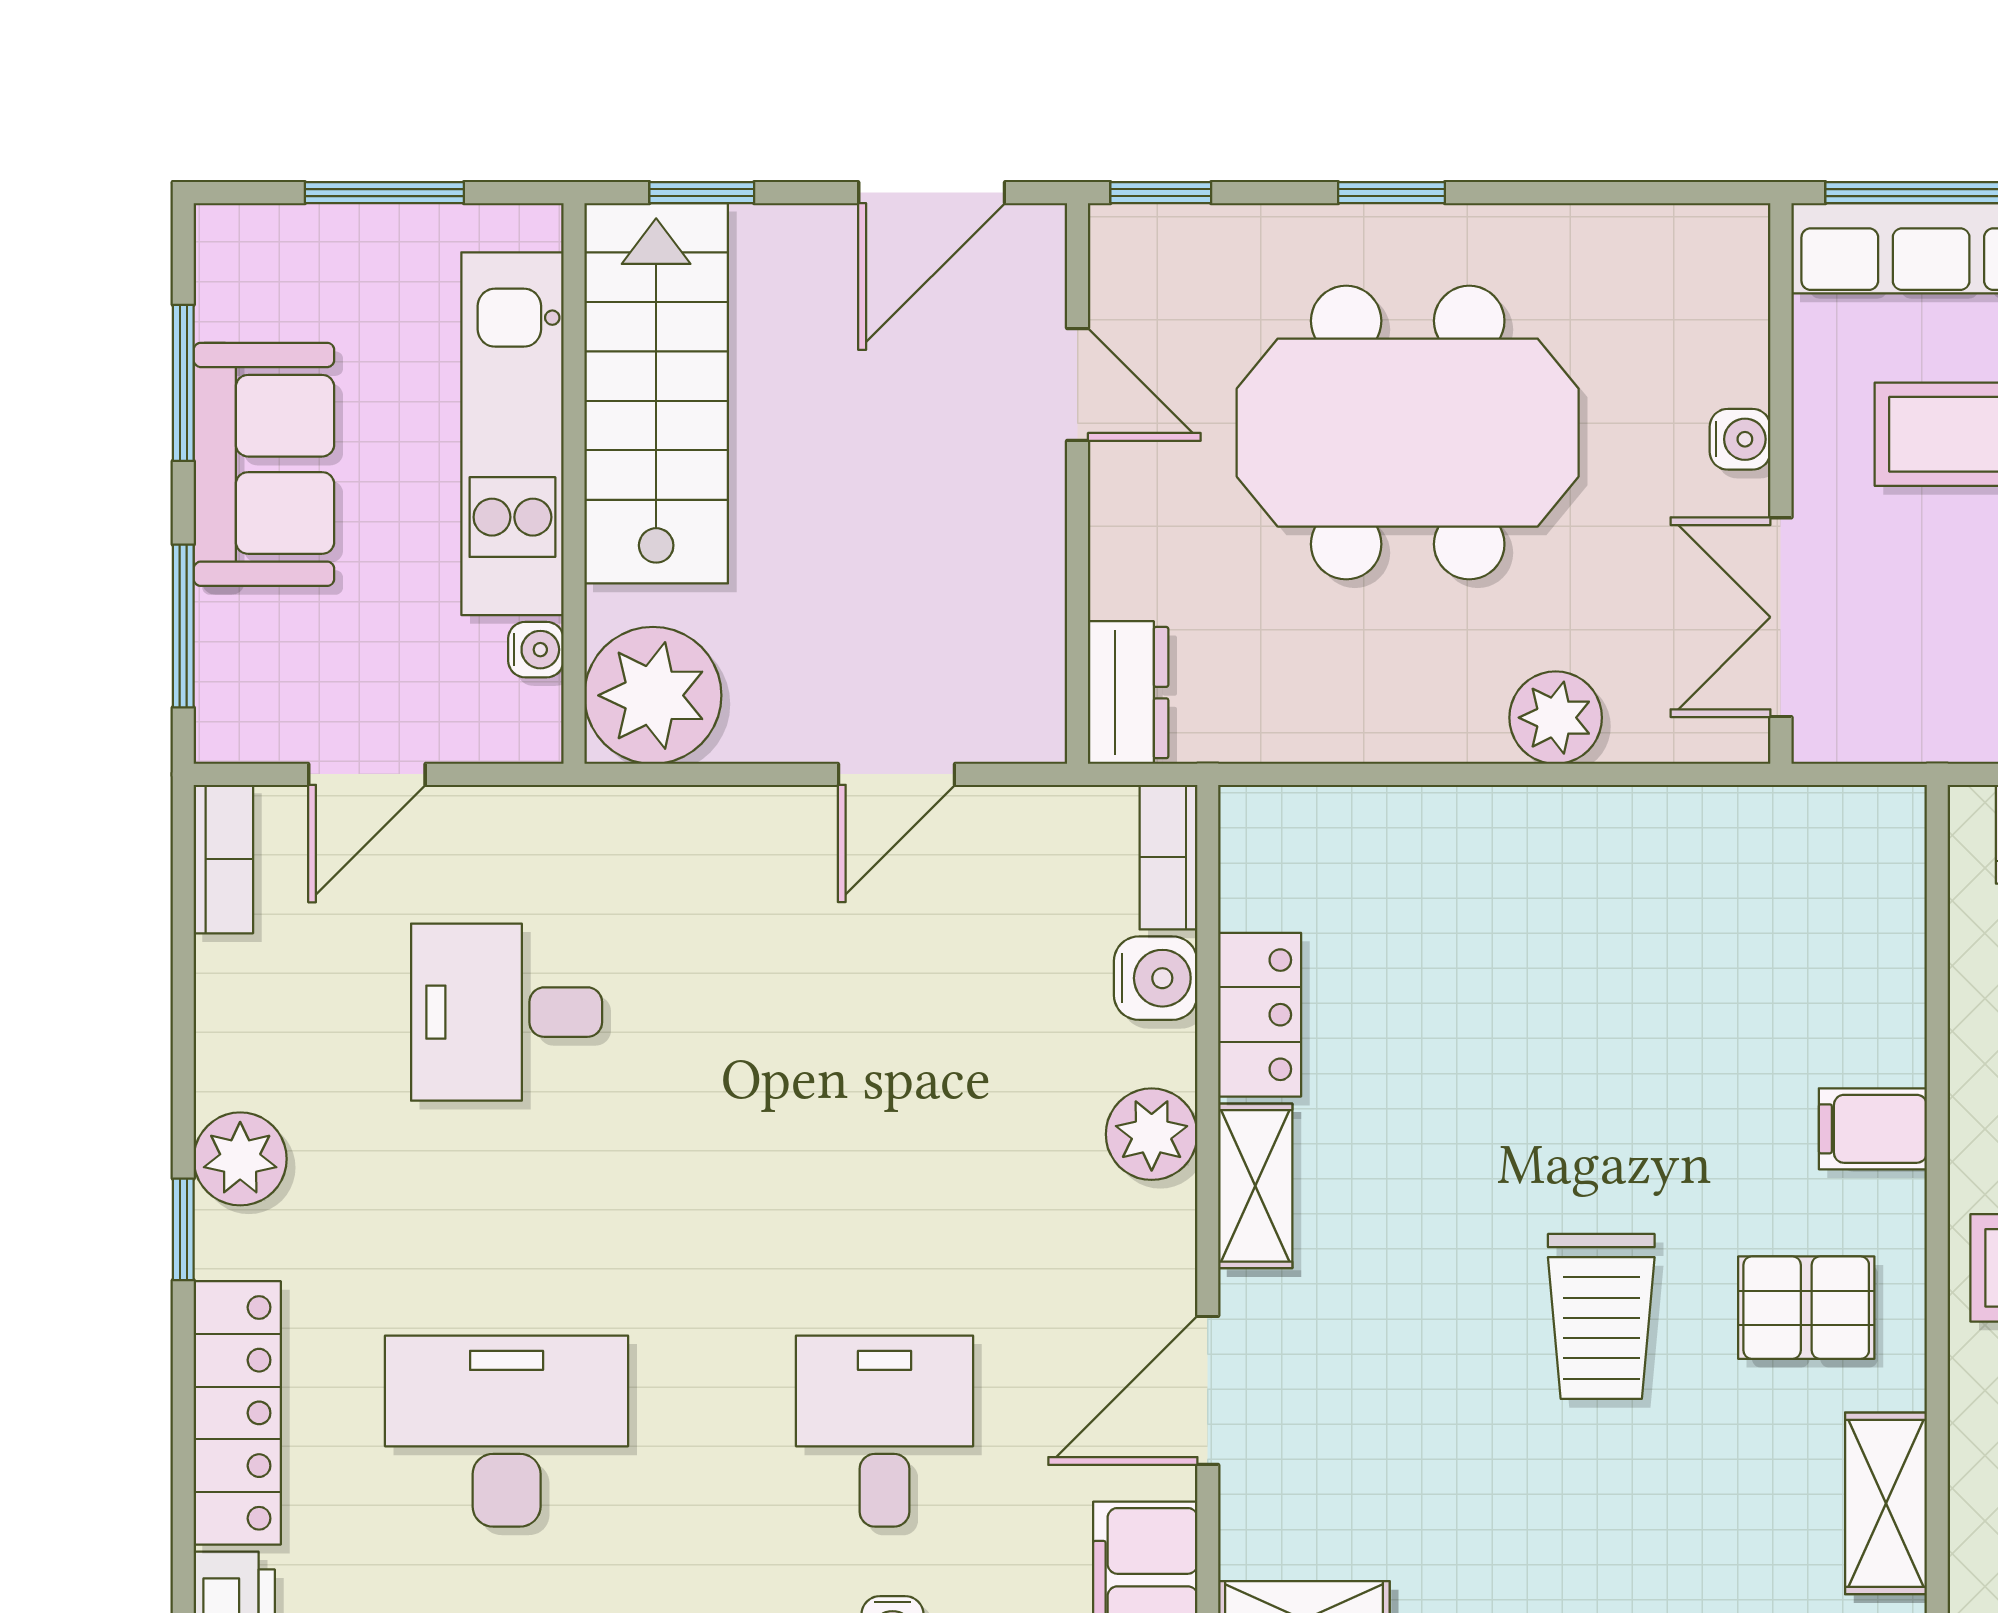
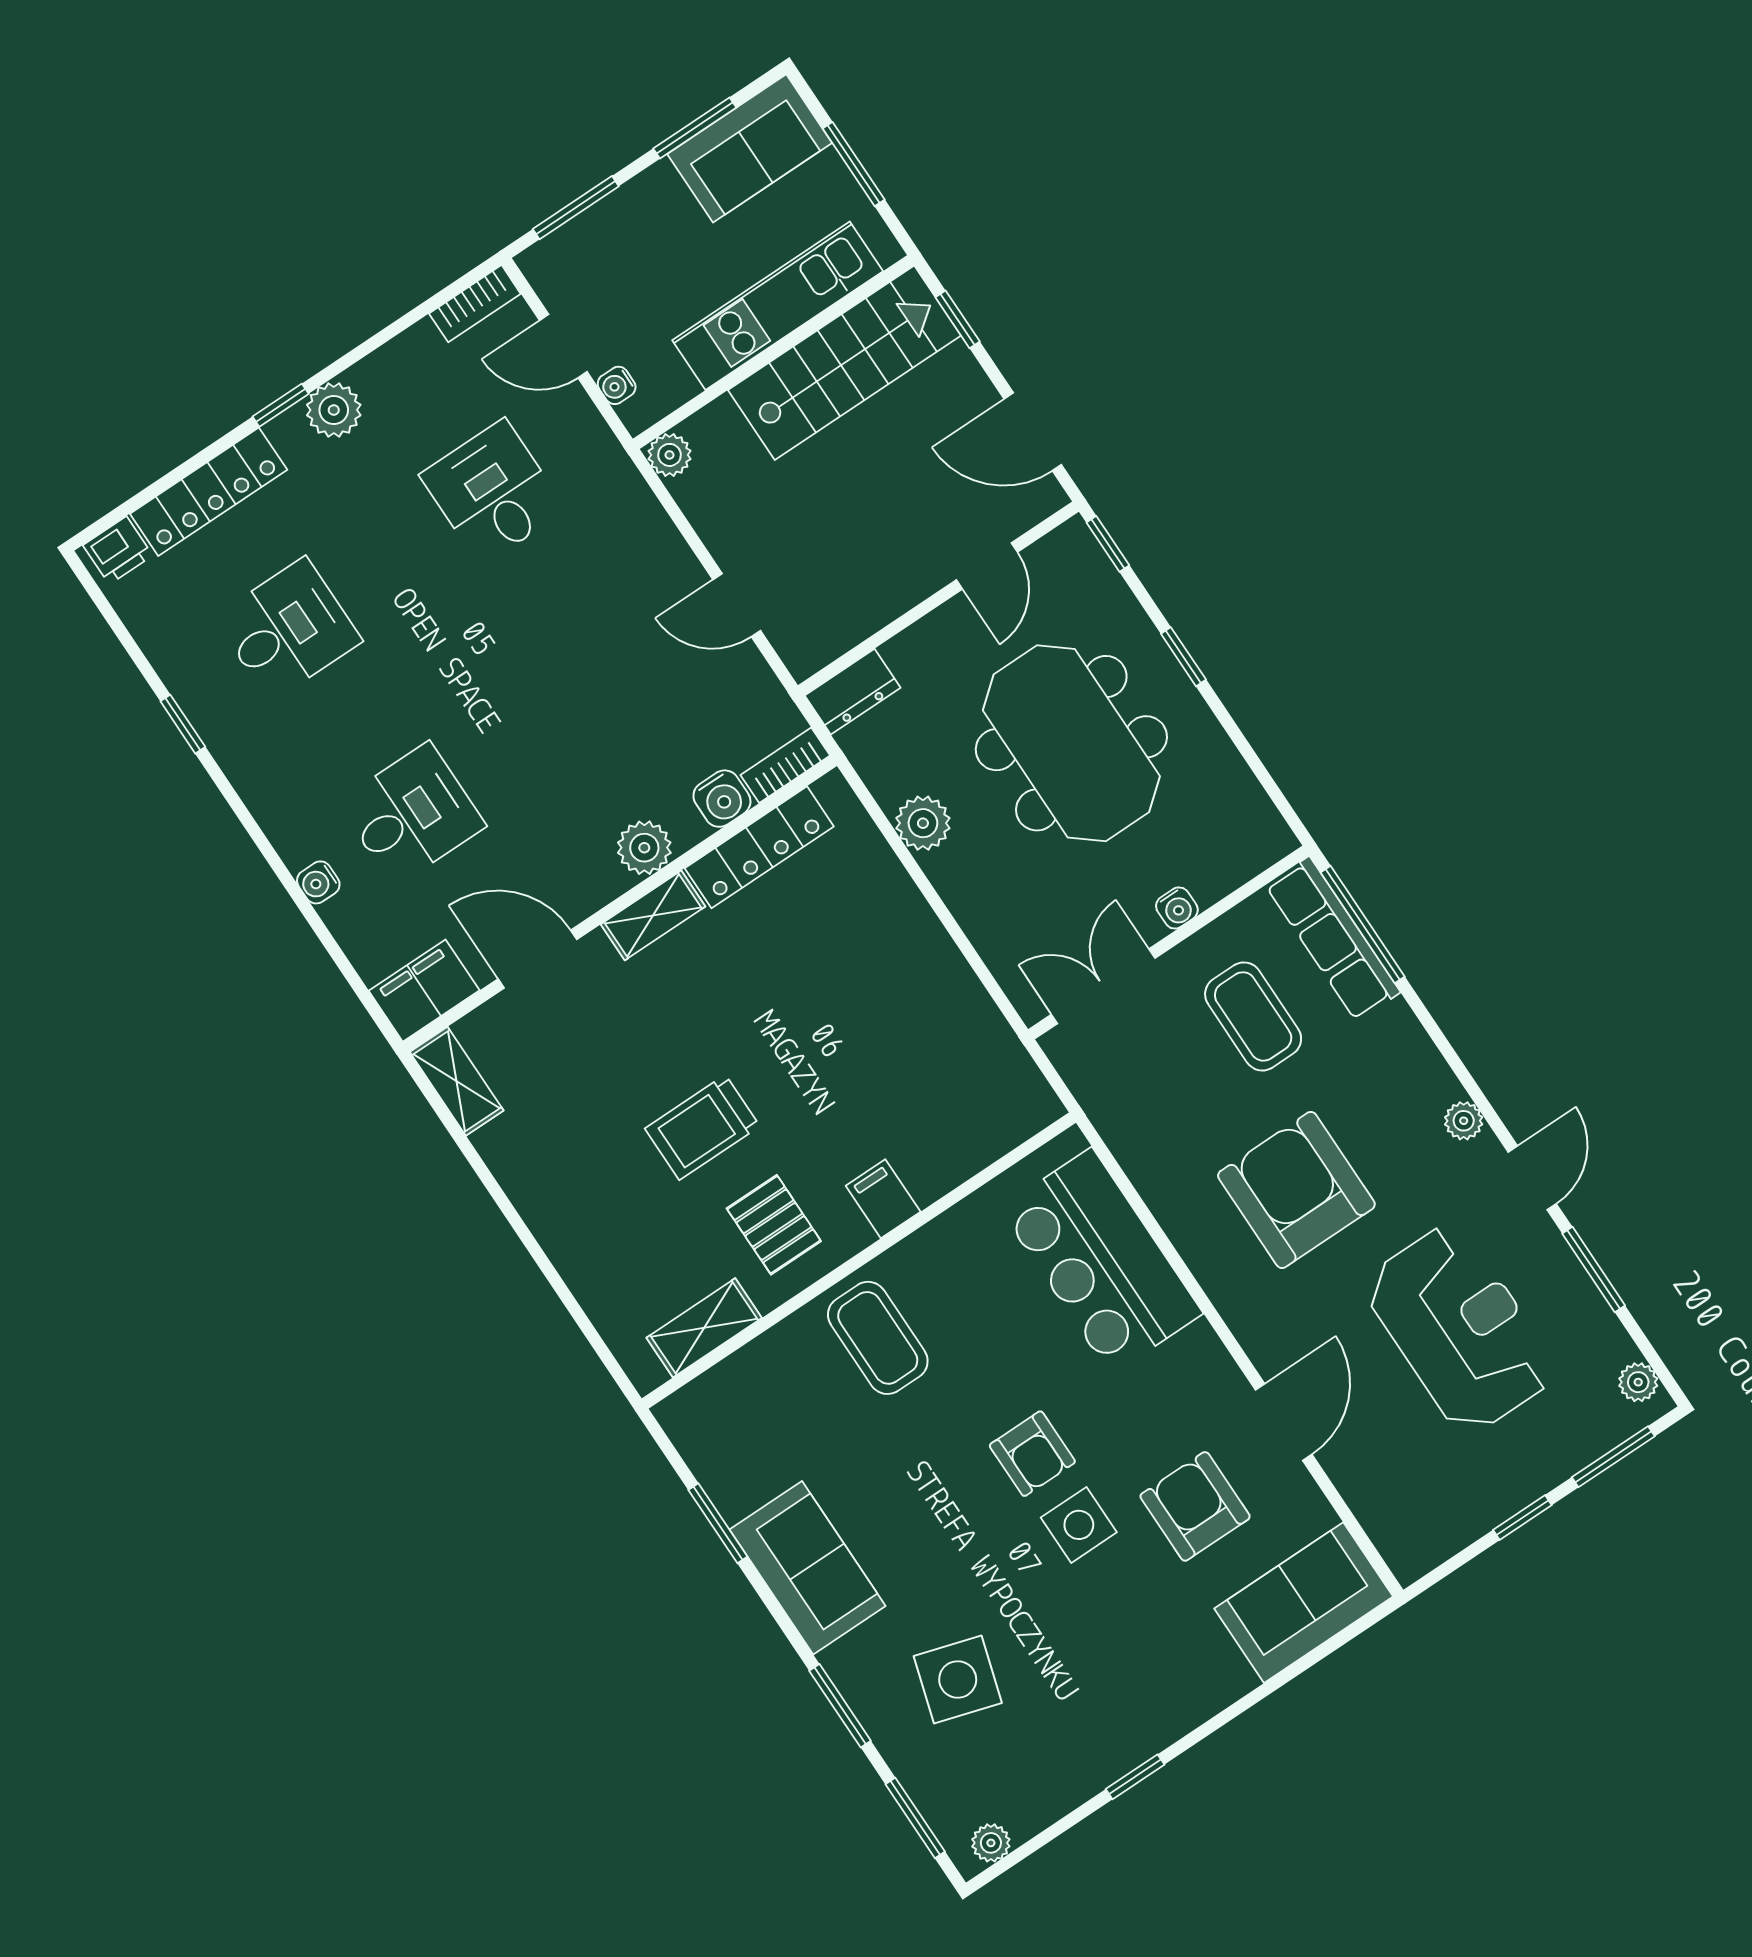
sofa: (264, 464) -> (750, 148), moved
water cooler: (536, 650) -> (617, 385), moved, turned 90
plant: (653, 695) -> (670, 455), width x0.53, depth x0.53
plant: (1556, 718) -> (923, 823), moved
locker: (1260, 1015) -> (759, 847), width x1.53
desk: (507, 1431) -> (288, 629), width x0.73

